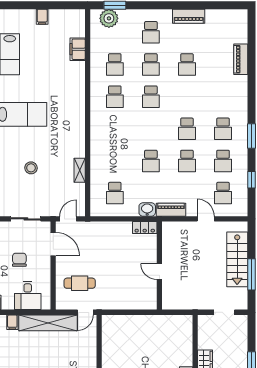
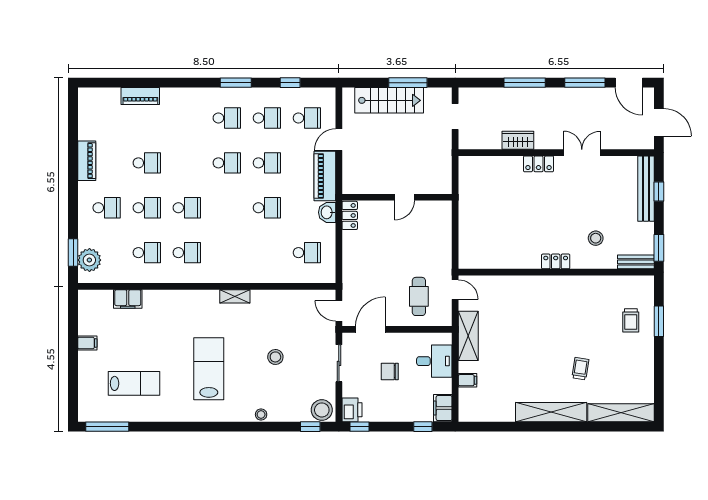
shelving: (80, 170) -> (235, 296), moved
piano: (171, 210) -> (325, 176), width x1.37, depth x1.33
shelving: (48, 323) -> (468, 336), width x0.68

